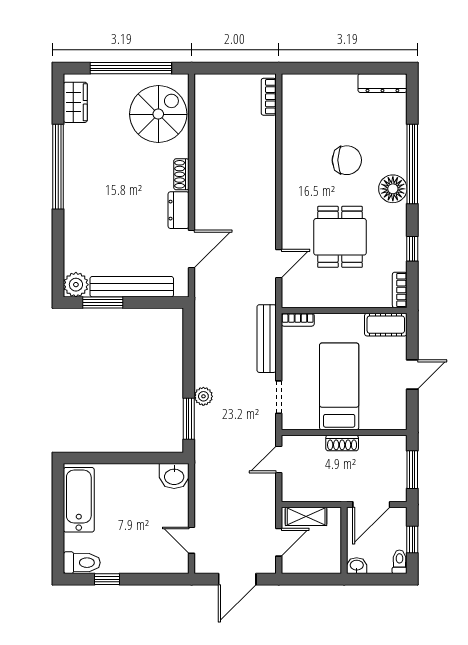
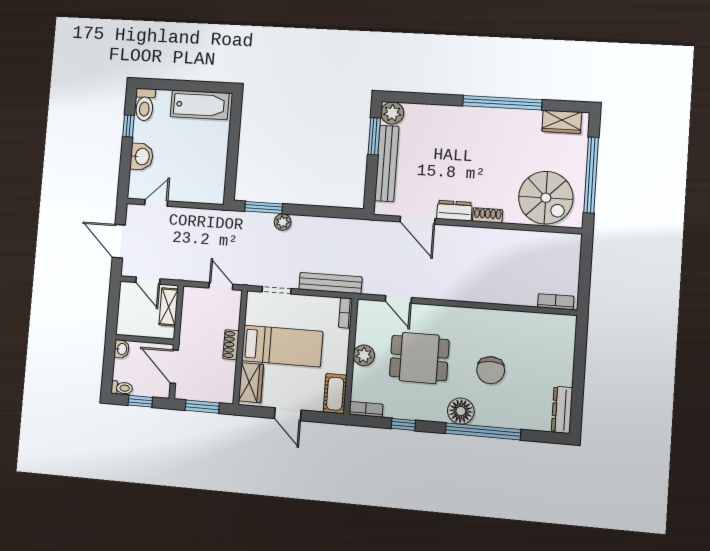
plant: (342, 297) -> (364, 355), added
wardrobe: (382, 418) -> (251, 383), added
washbasin: (174, 476) -> (142, 157), moved, turned 180

